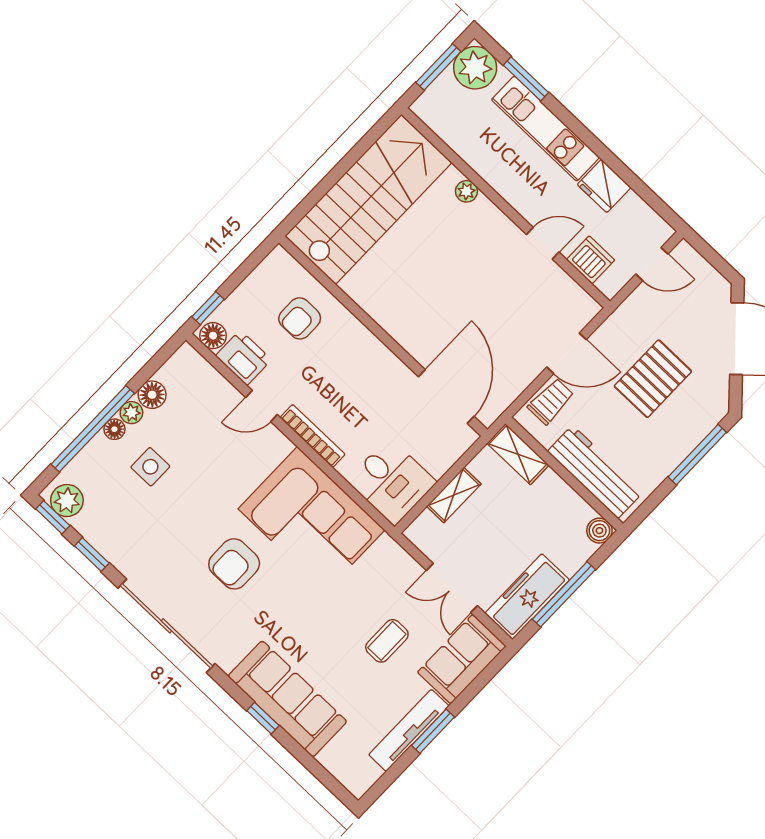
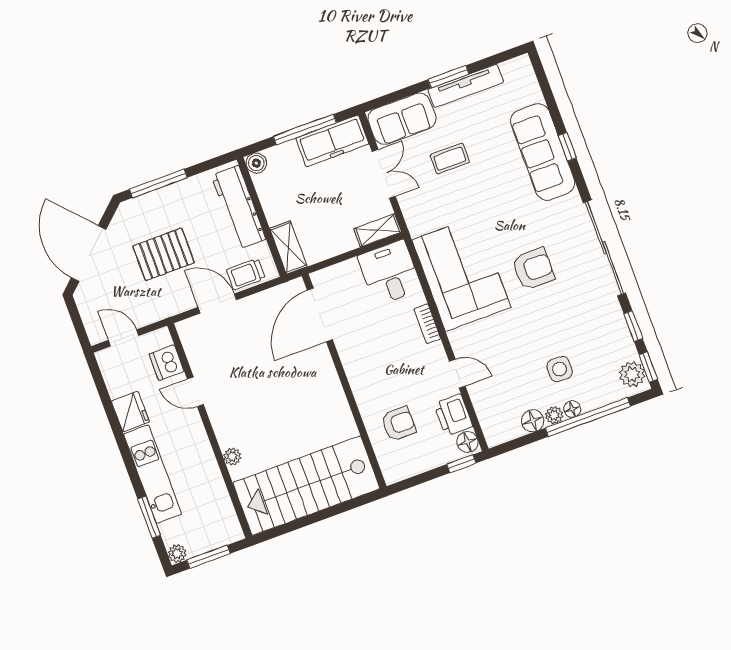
plant: (475, 68) -> (177, 554), width x0.53, depth x0.53
bookcase: (313, 436) -> (427, 324), width x0.64
shelving: (454, 495) -> (378, 230), moved

